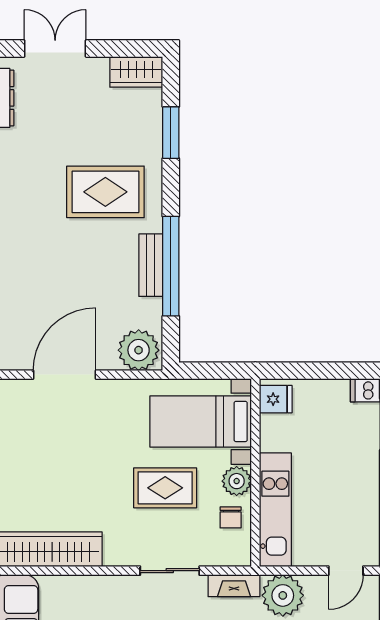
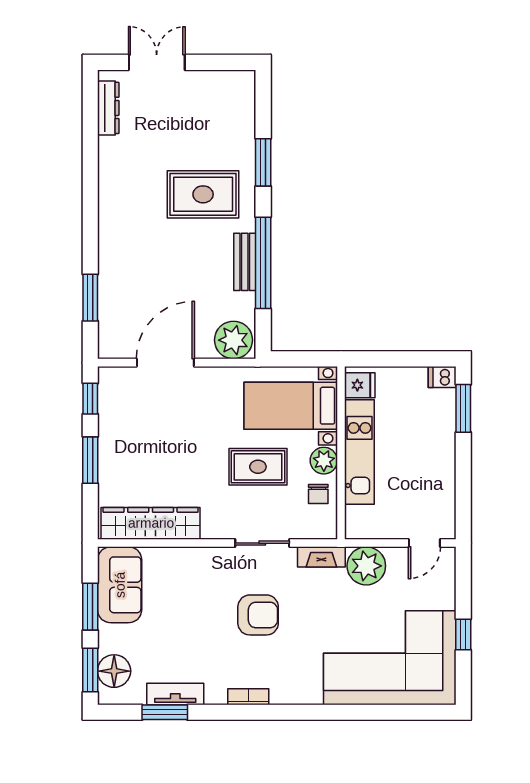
wardrobe: (136, 72) -> (231, 84), removed
window: (171, 133) -> (263, 162), moved
kitchen unit: (275, 510) -> (359, 452), moved

